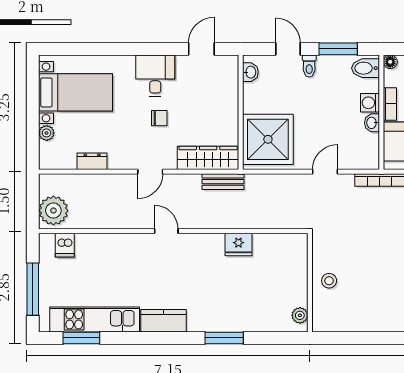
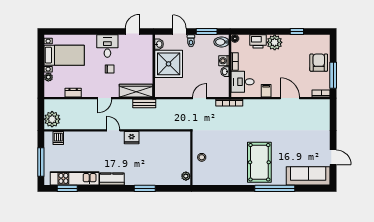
shower: (268, 139) -> (169, 64), moved
fridge: (238, 244) -> (132, 138), moved

